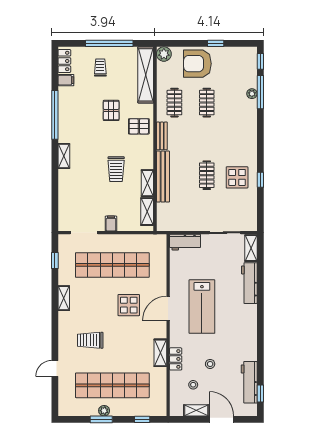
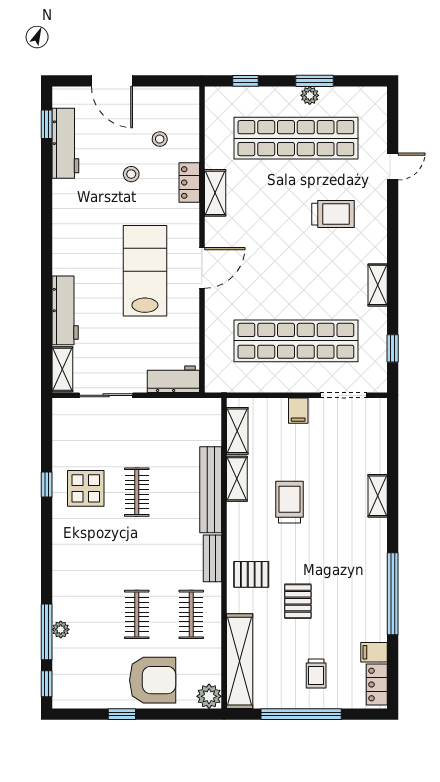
shelving: (64, 156) -> (378, 496), moved
display table: (129, 305) -> (268, 273), removed
shelving: (196, 410) -> (155, 96), removed

